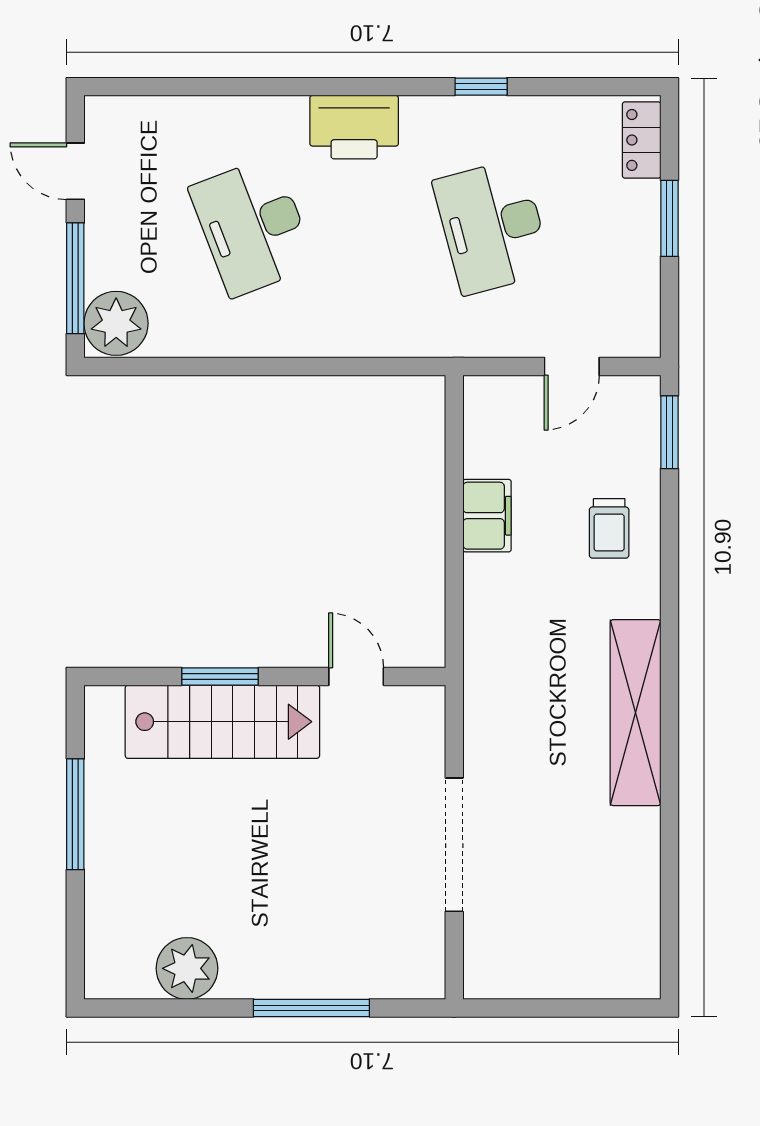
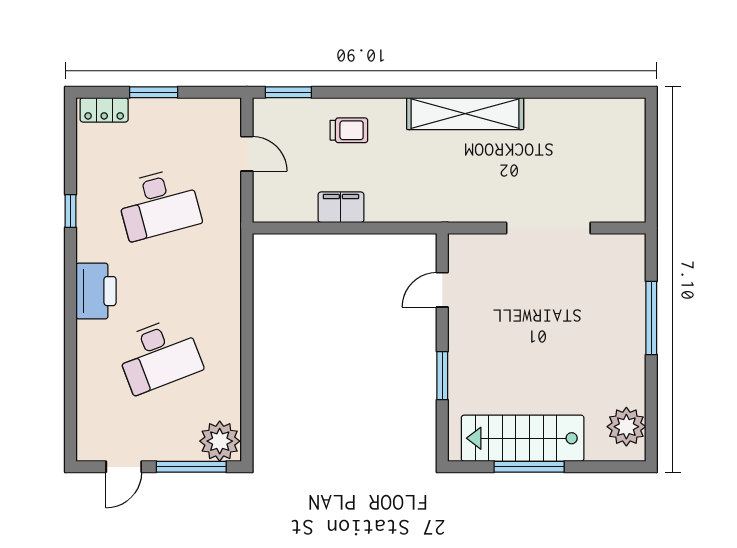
stairs: (222, 722) -> (523, 438), moved, turned -90
plant: (187, 968) -> (626, 427), moved

